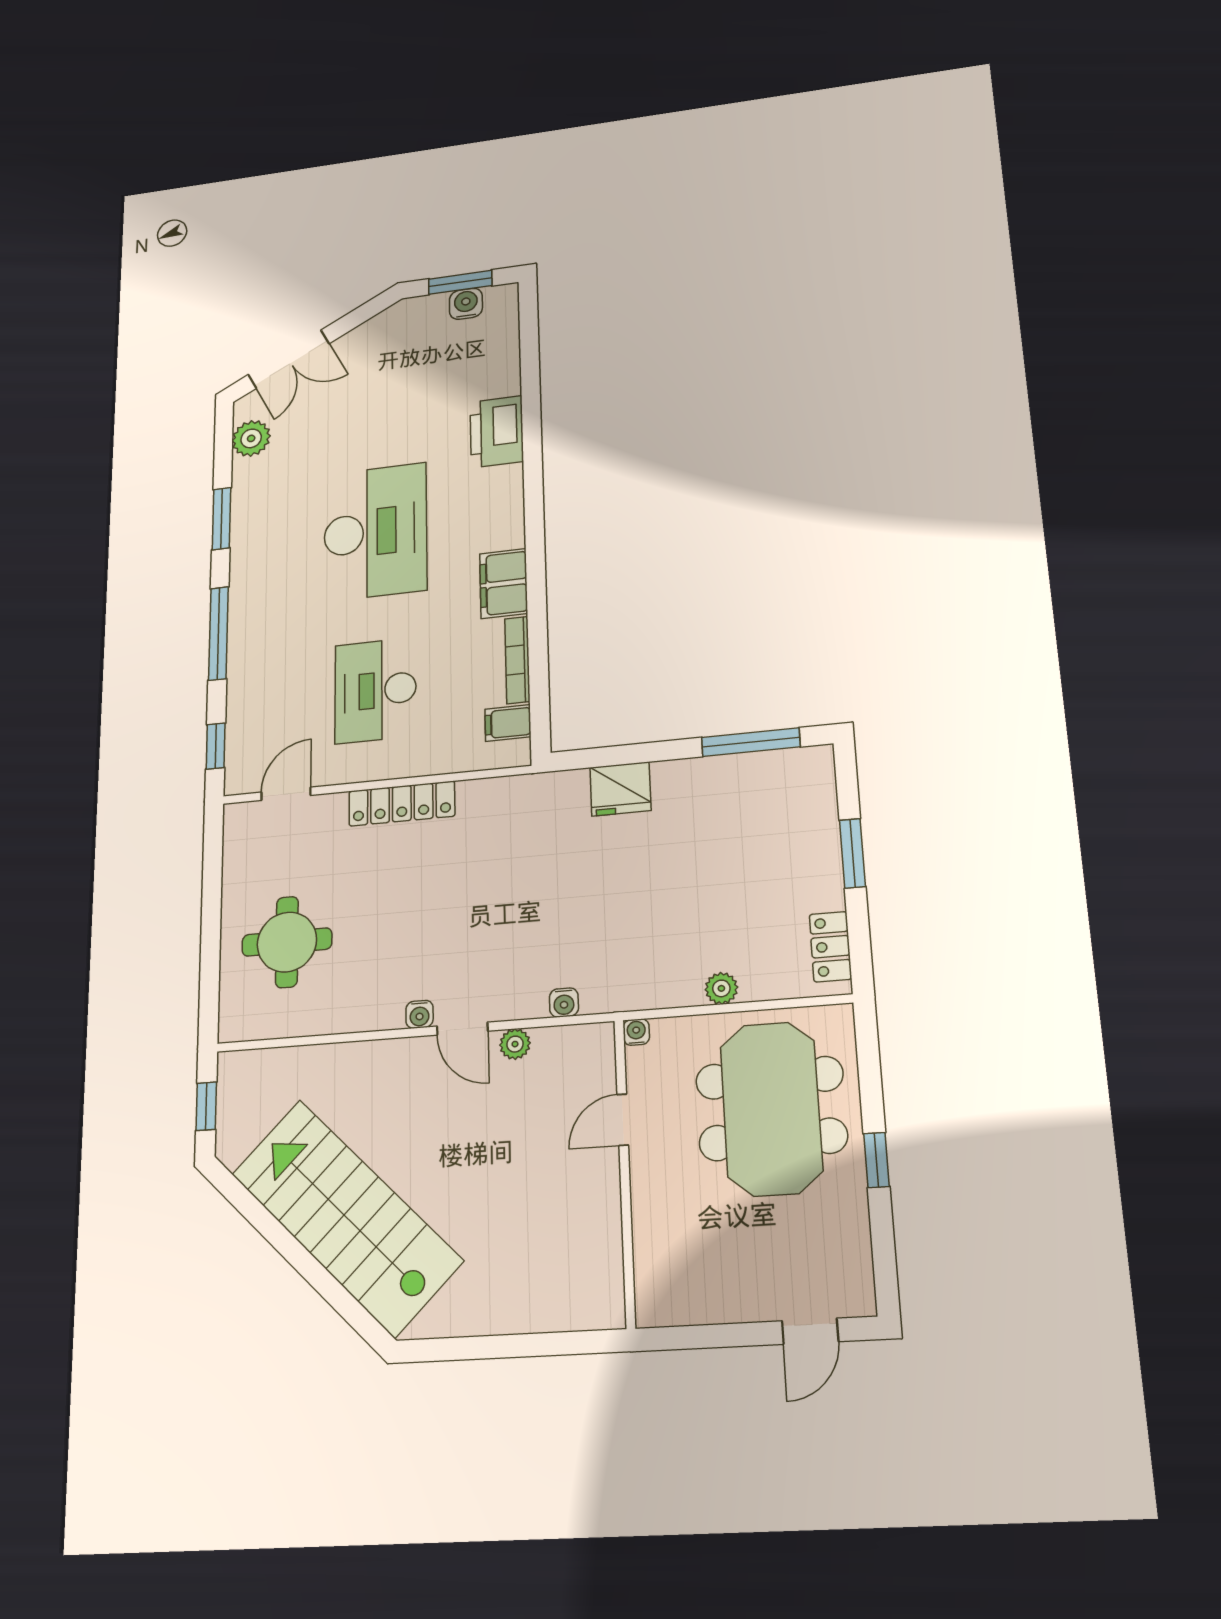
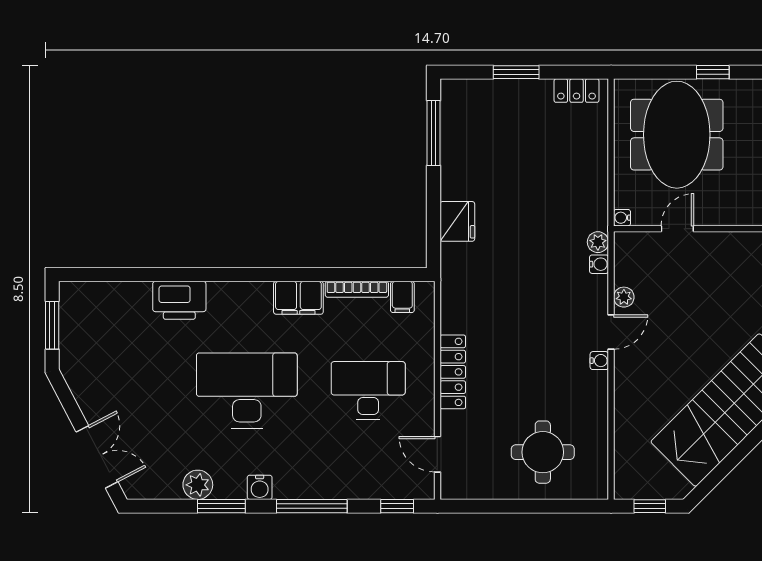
water cooler: (466, 304) -> (260, 487), moved, turned -90
plant: (251, 438) -> (198, 485), moved
desk: (375, 690) -> (368, 390), turned 180
plant: (721, 988) -> (598, 242), moved
meeting table: (771, 1108) -> (677, 135), turned 90
door: (623, 1120) -> (677, 229), swing flipped

